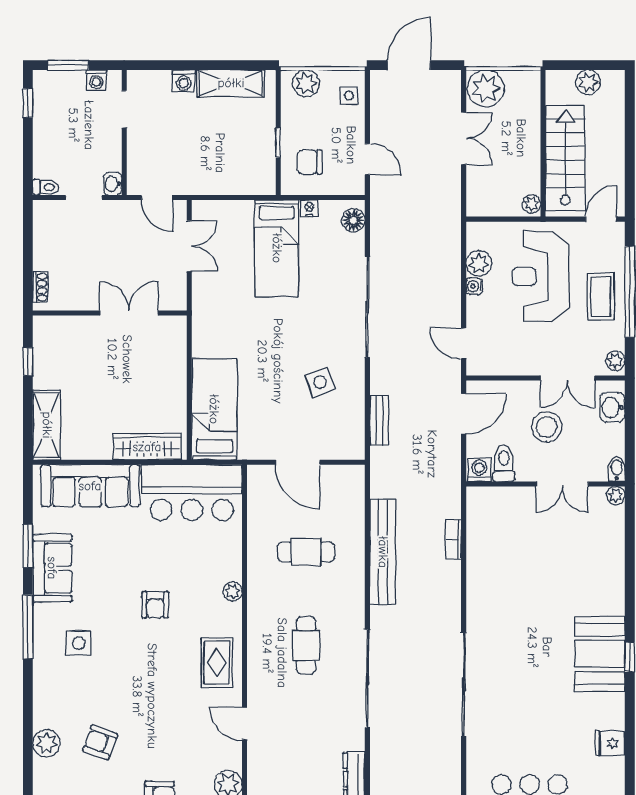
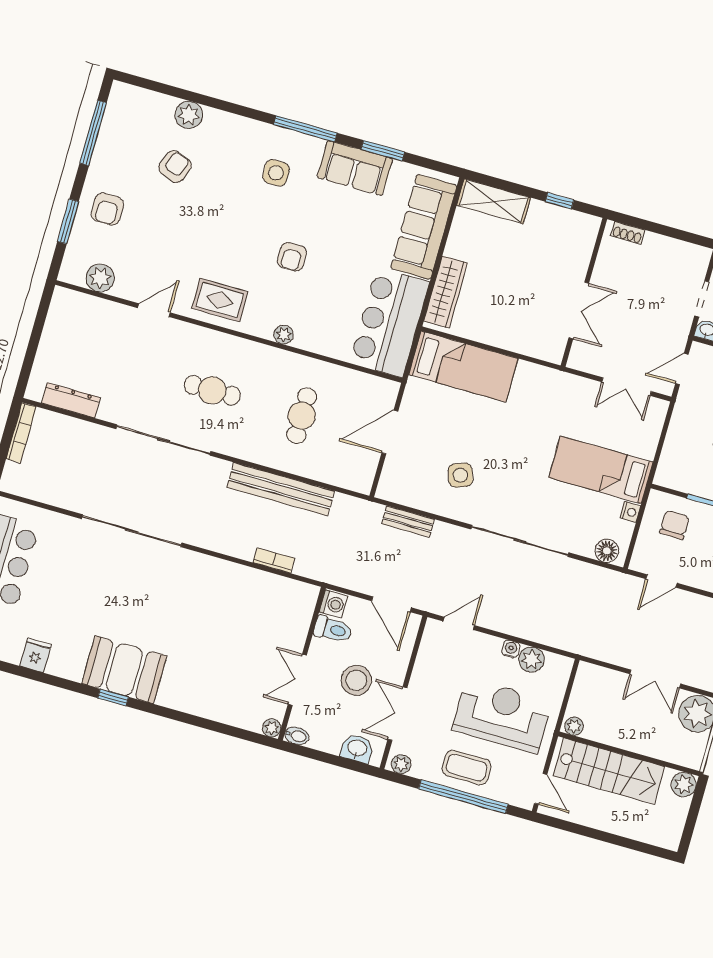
plant: (588, 82) -> (684, 784), moved
armchair: (155, 605) -> (292, 257), turned -90

